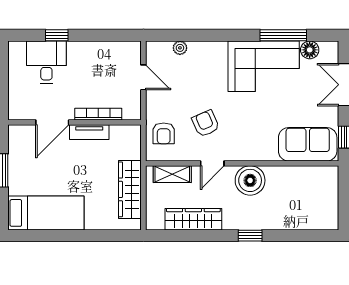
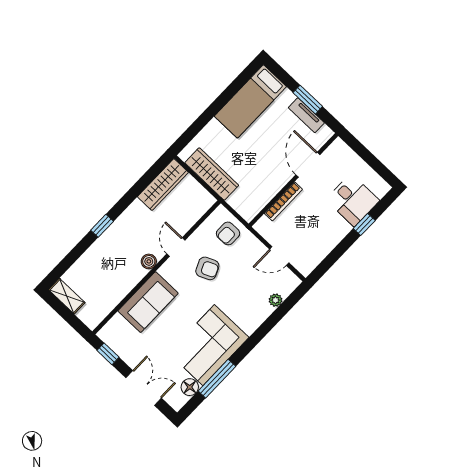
tv unit: (89, 132) -> (306, 115), moved, turned -90
armchair: (164, 133) -> (228, 233), turned -90
sofa: (308, 144) -> (148, 302), moved
shelving: (172, 174) -> (67, 296), moved, turned 90
boiler: (250, 180) -> (149, 261), width x0.54, depth x0.54
wardrobe: (193, 219) -> (163, 185), moved

